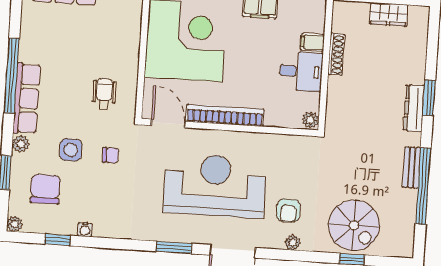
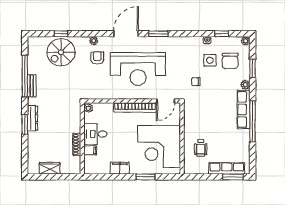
wheelchair: (104, 94) -> (201, 148), moved
door: (168, 123) -> (166, 101), hinge flipped
side table: (71, 150) -> (210, 60), moved
spiral stairs: (354, 225) -> (61, 52), turned -90

